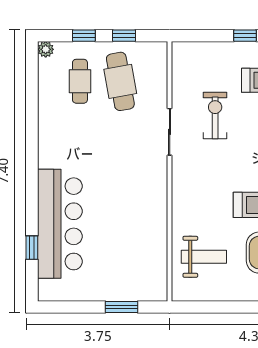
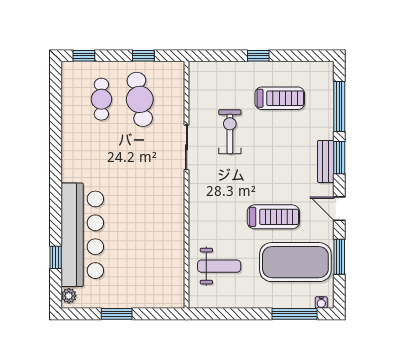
window: (84, 36) -> (84, 56), moved
plant: (46, 49) -> (69, 296), moved
window: (121, 307) -> (117, 314), moved

